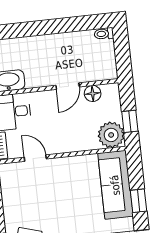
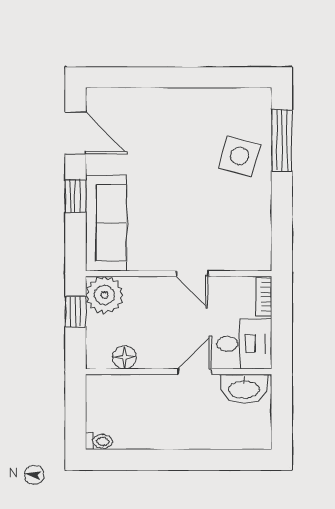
door: (68, 86) -> (195, 372), moved
door: (35, 158) -> (192, 274), moved

